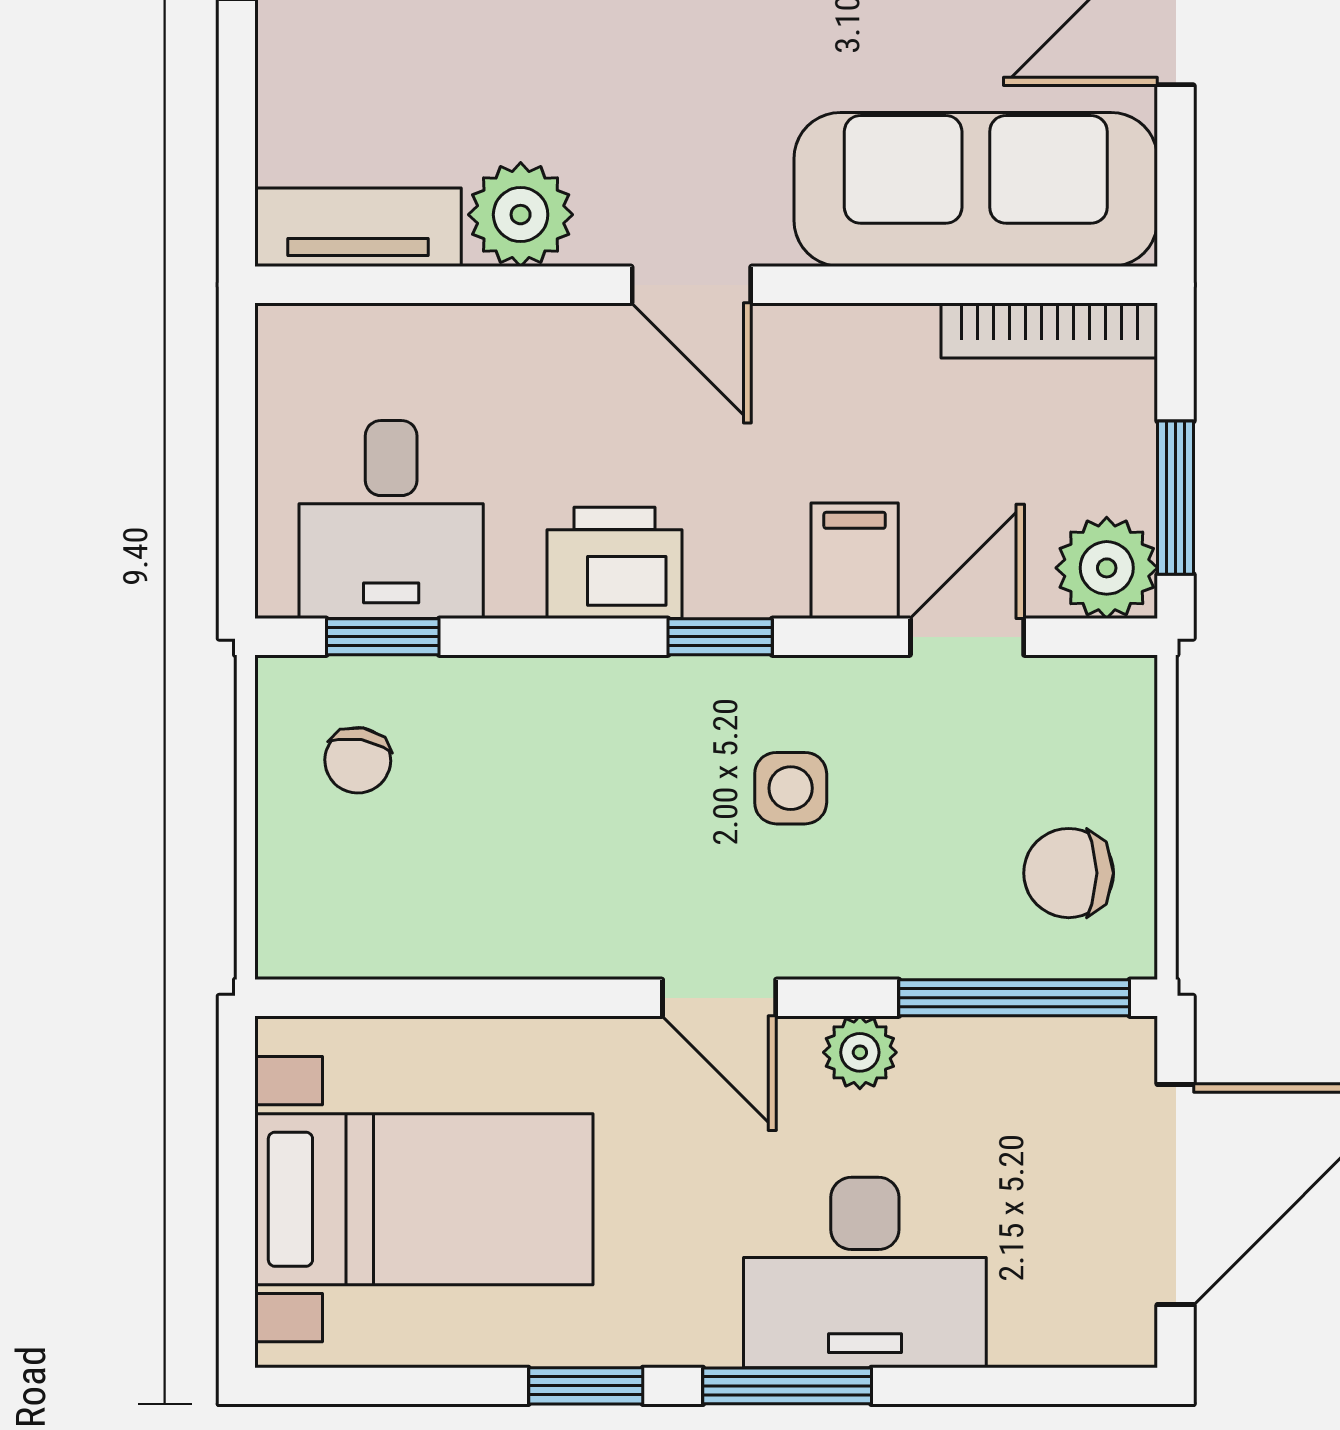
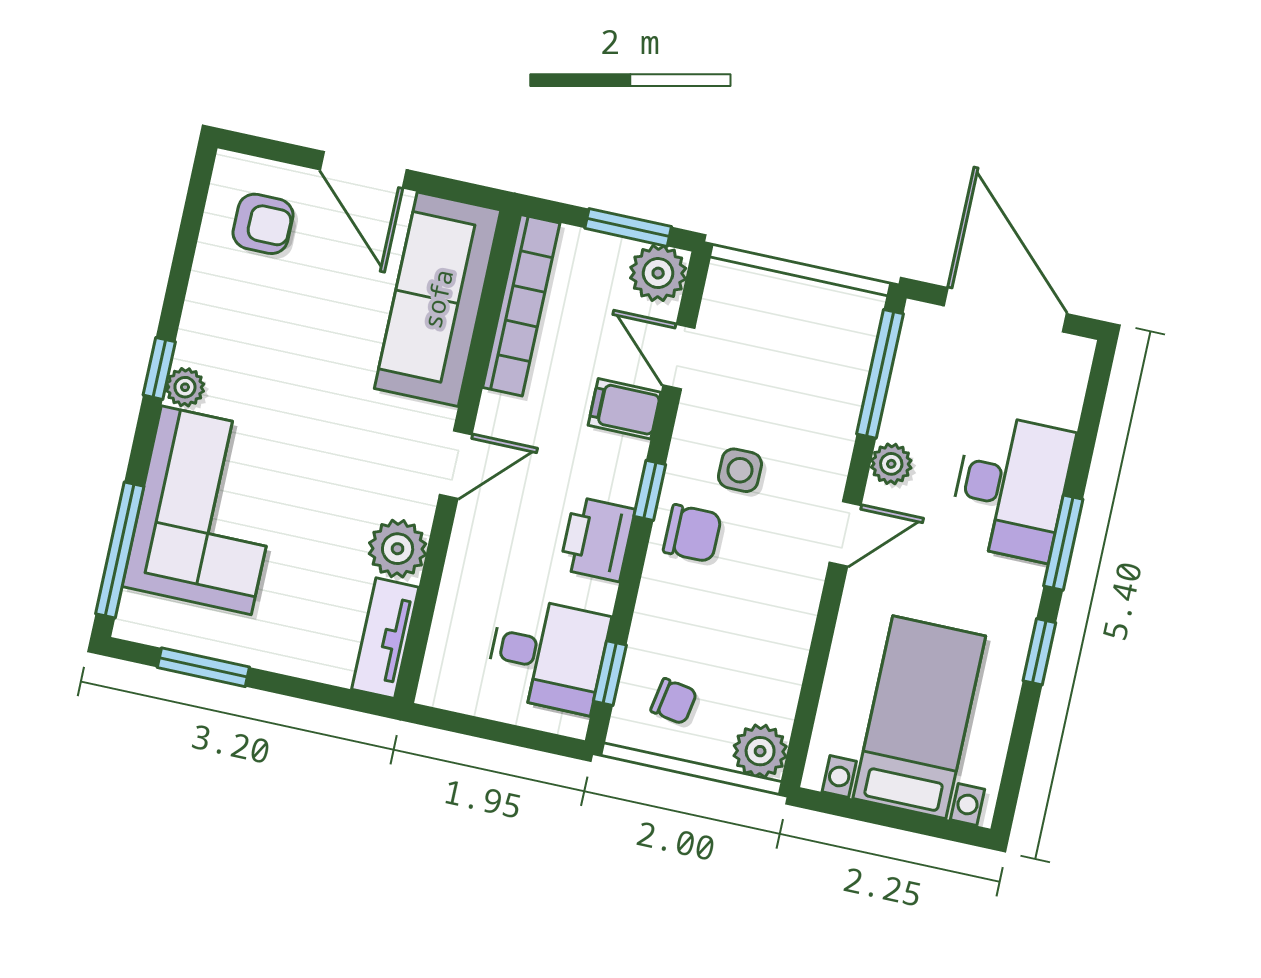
bookcase: (1049, 330) -> (521, 305), width x1.48, depth x1.31
chair: (1069, 873) -> (692, 533), moved, turned -90
plant: (303, 932) -> (760, 751), added

